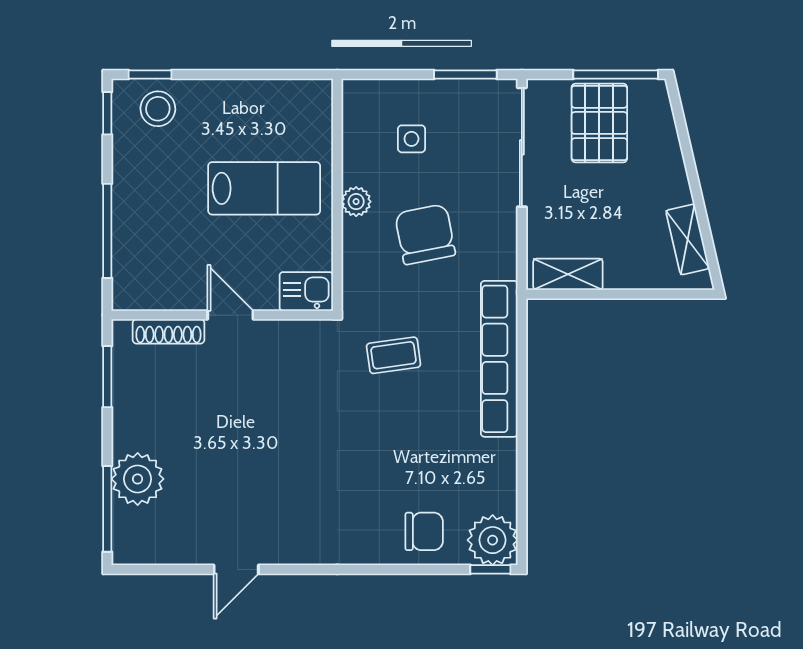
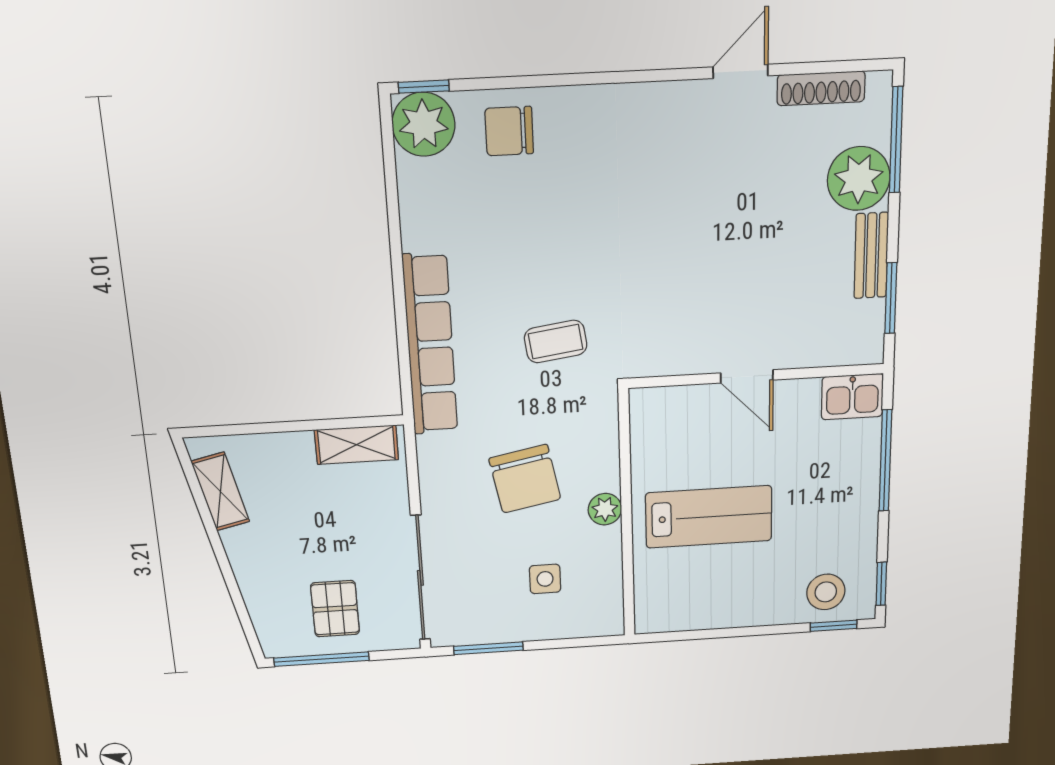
pallet: (599, 123) -> (335, 609), width x0.67, depth x0.71
lab bench: (264, 188) -> (709, 517), turned 180
kitchen sink: (306, 291) -> (852, 397), moved
shoe rack: (168, 331) -> (821, 88), moved, turned 180
bench: (125, 414) -> (871, 256), added

